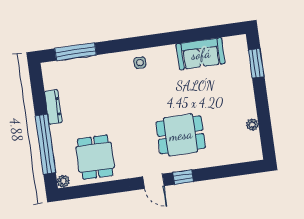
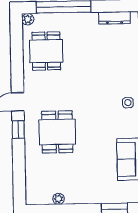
dresser: (53, 107) -> (114, 18), moved
dining table: (95, 157) -> (46, 51), turned 90

